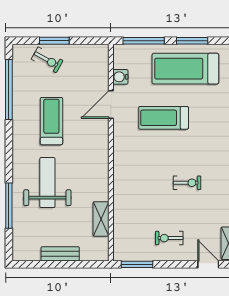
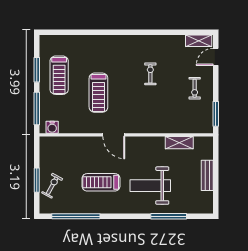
treadmill: (185, 69) -> (59, 75), width x0.73, depth x0.73
water cooler: (120, 77) -> (52, 127), moved
door: (111, 105) -> (114, 135), moved

